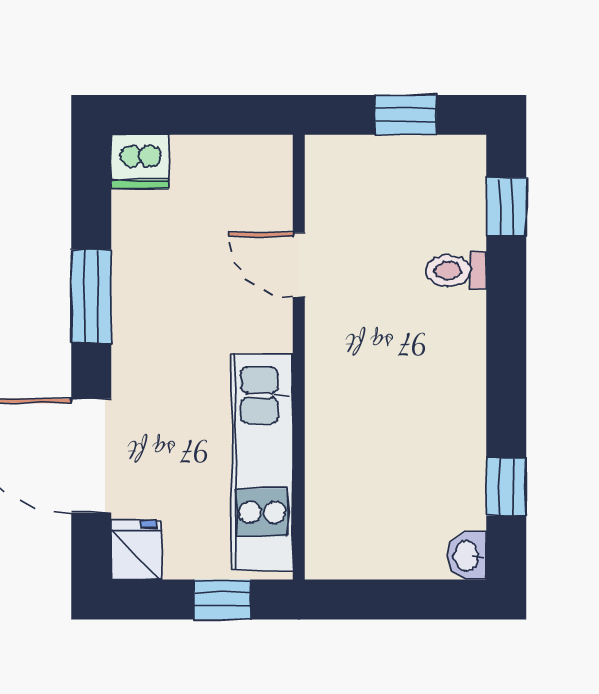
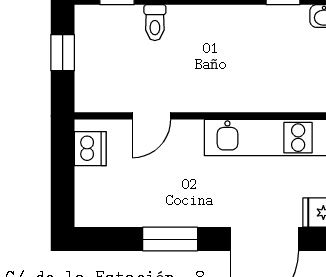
dishwasher: (140, 162) -> (90, 149), moved

